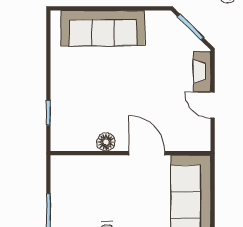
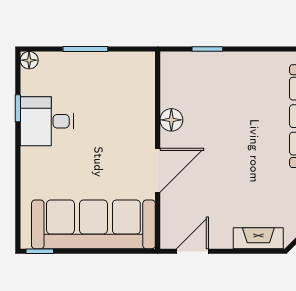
door: (213, 105) -> (192, 251), moved

